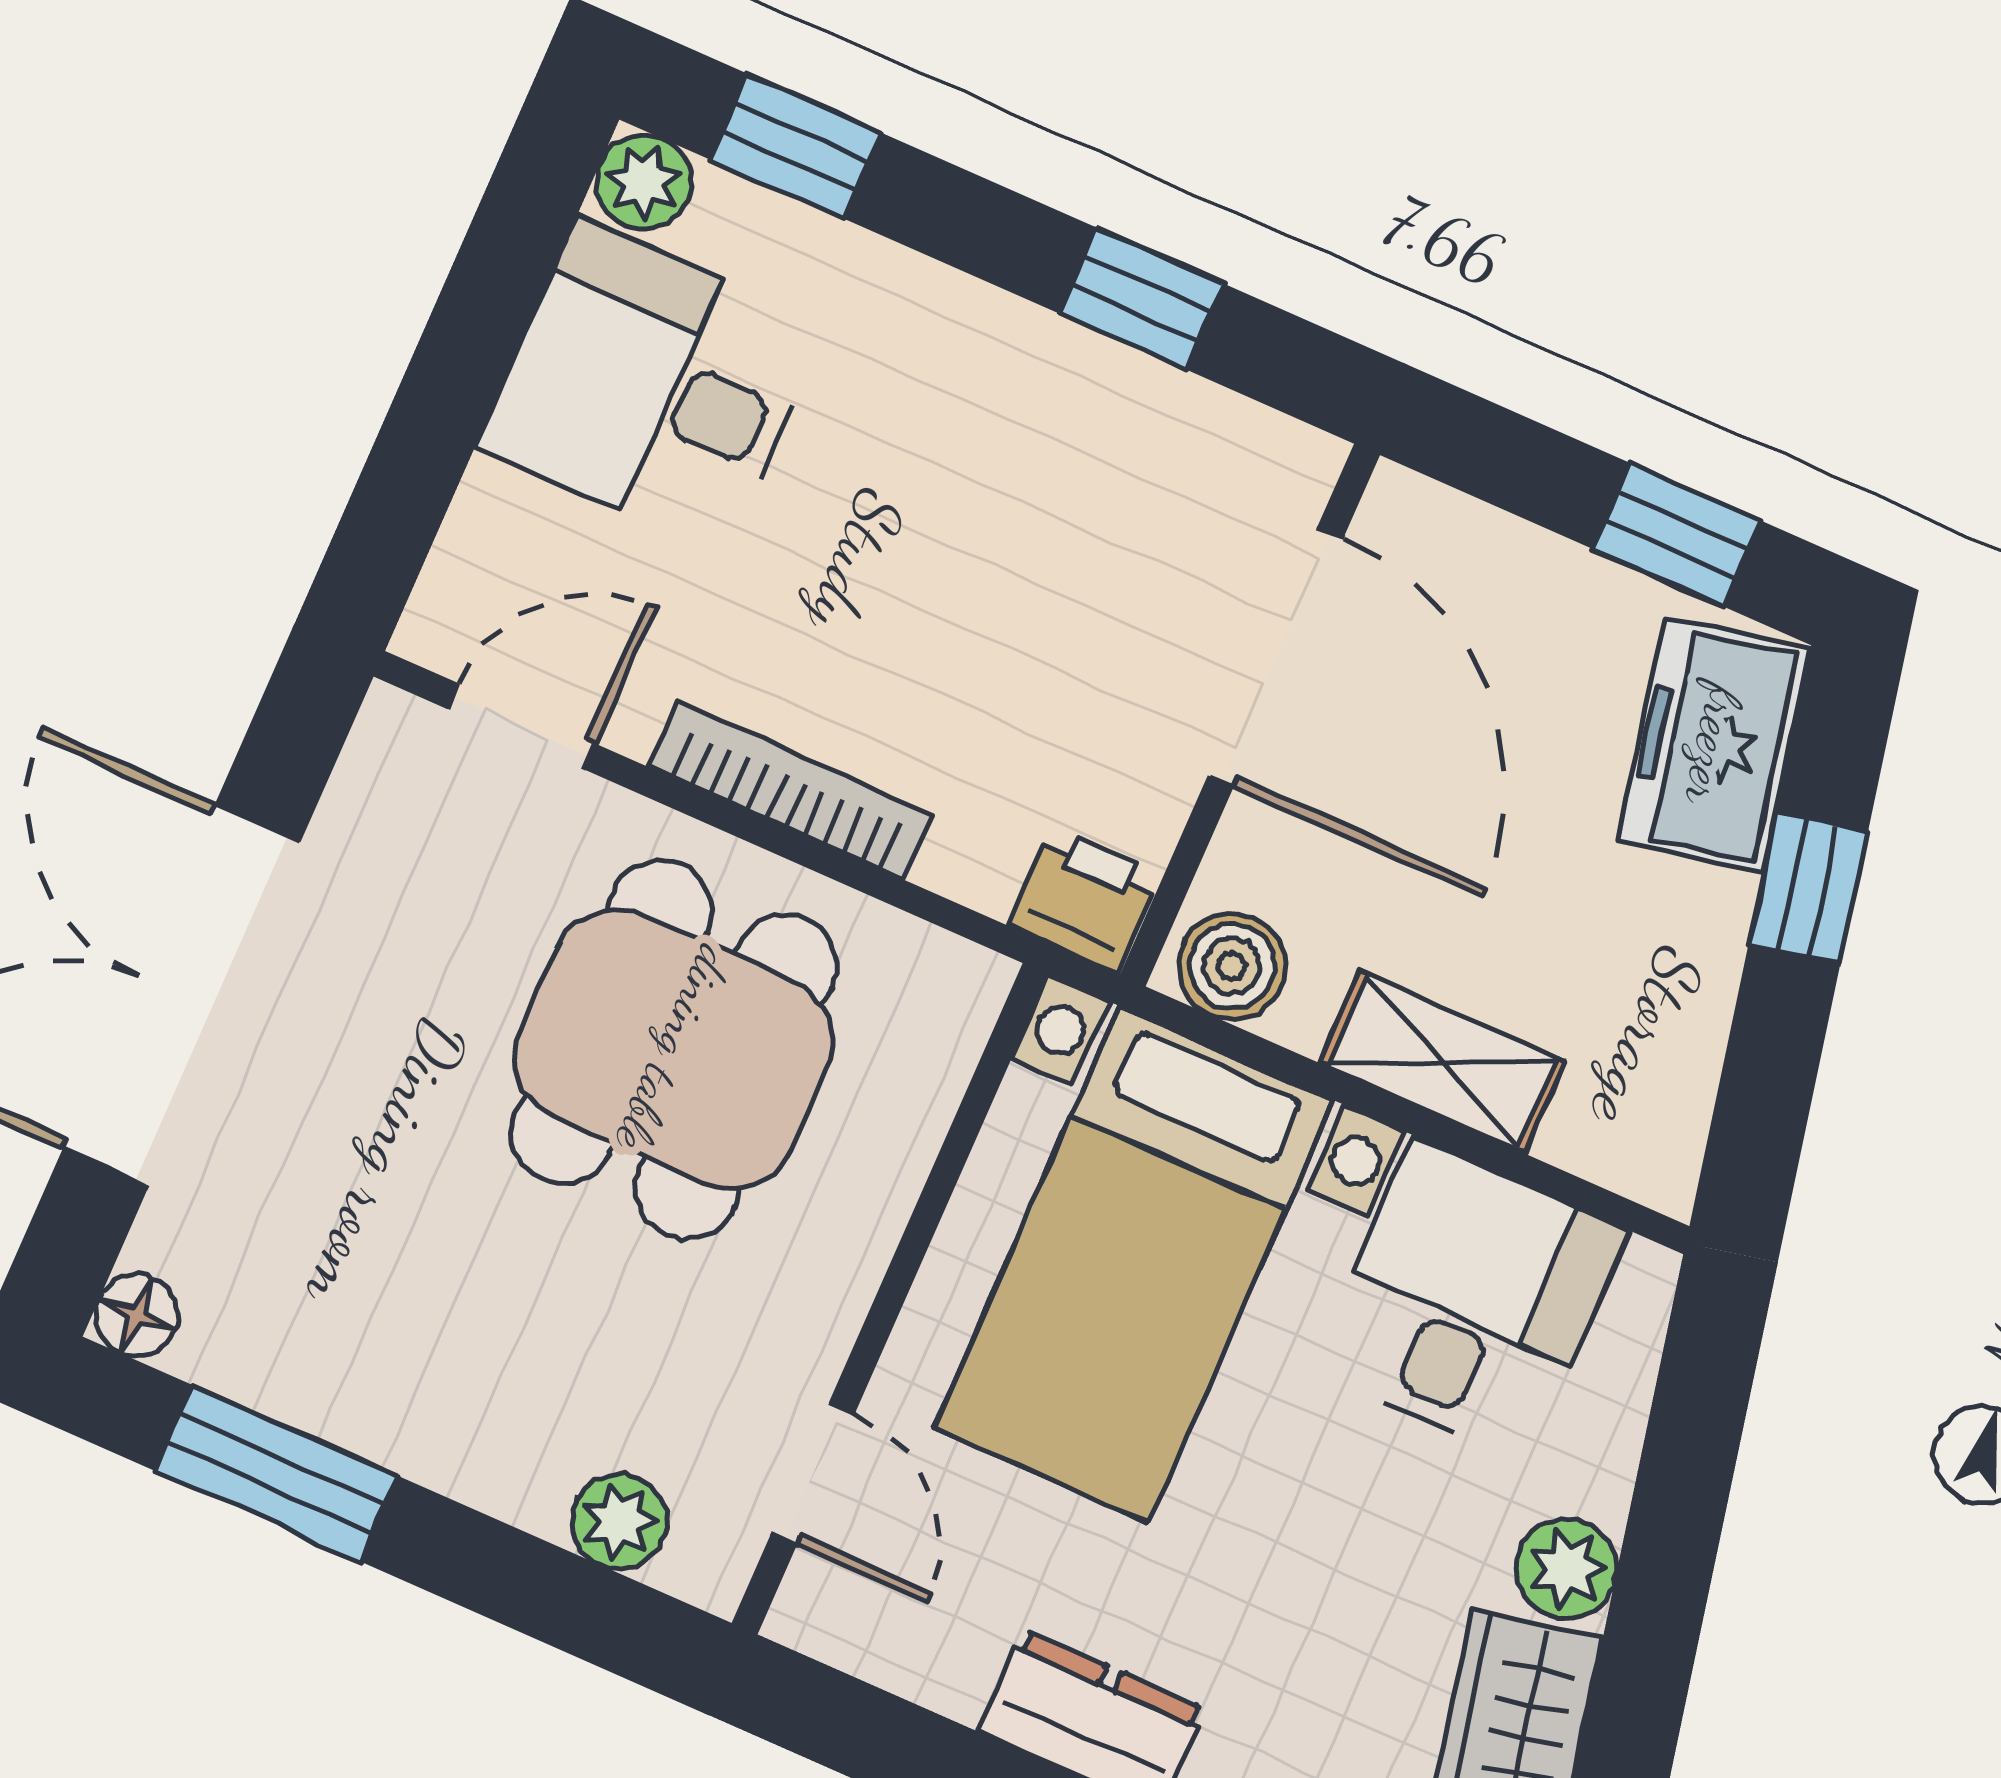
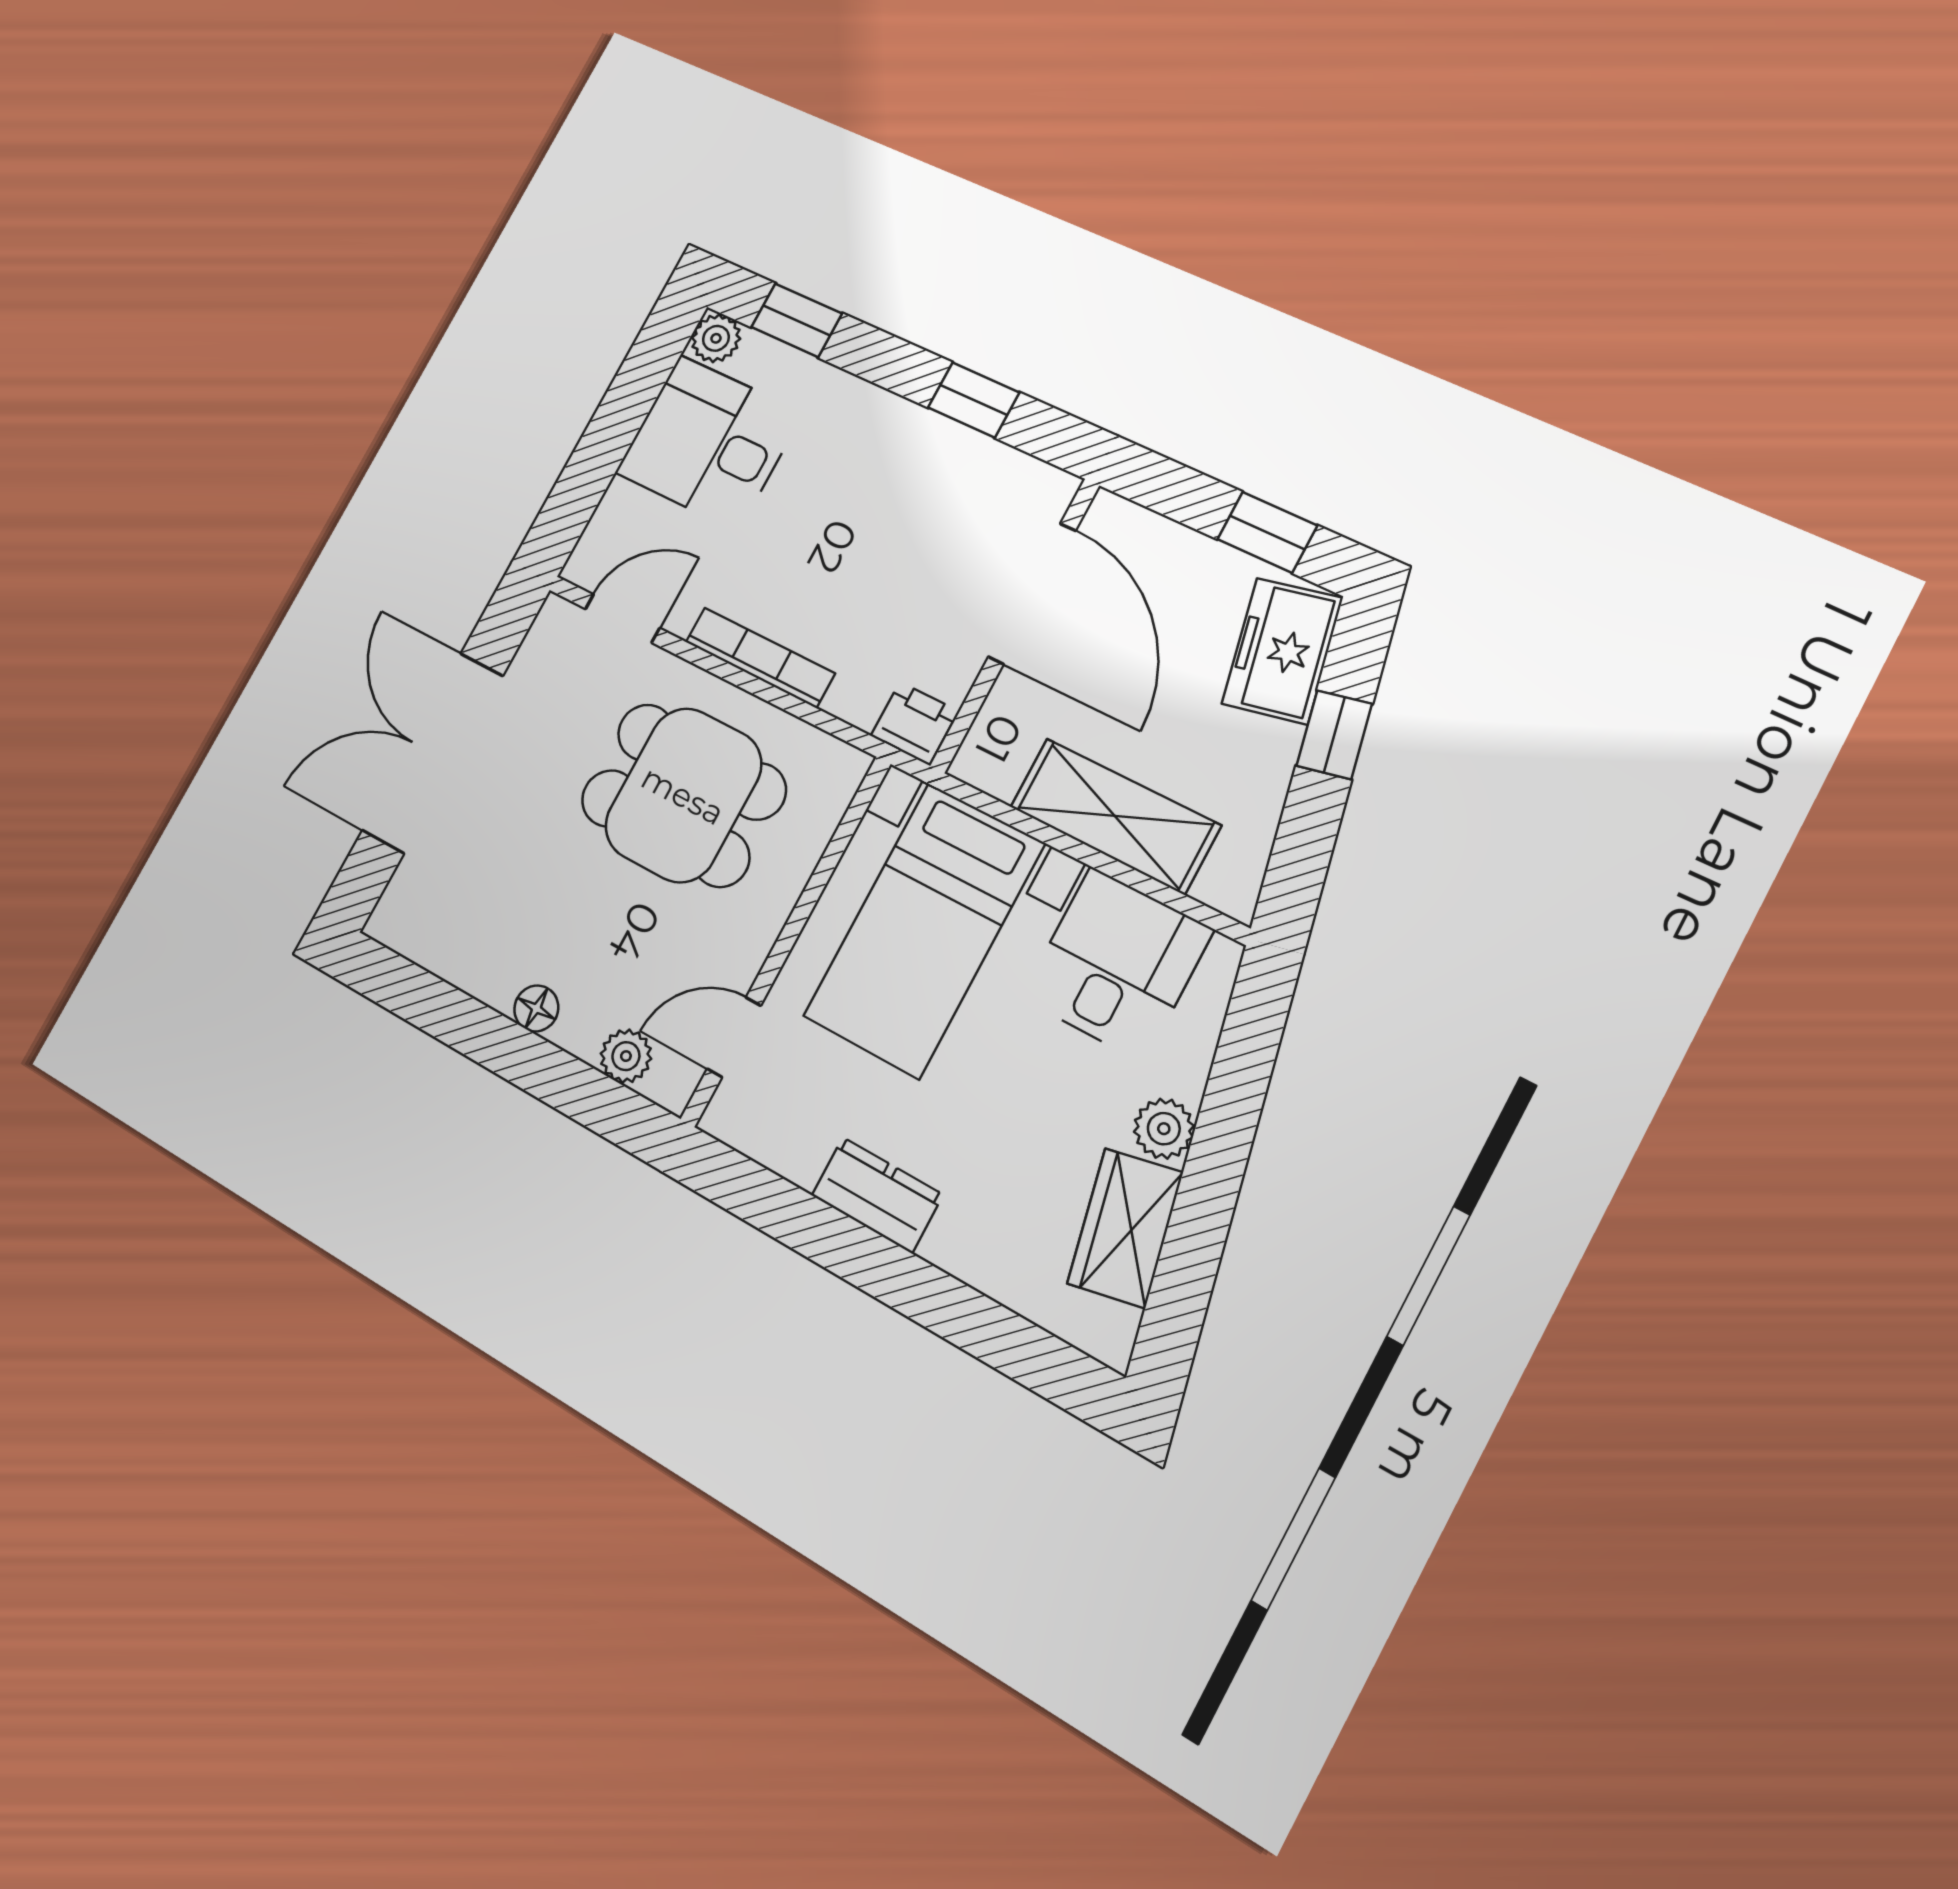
boiler: (1232, 966) -> (994, 764), removed
dining table: (674, 1049) -> (683, 795), turned 90
shelving: (1442, 1062) -> (1115, 816), width x1.50, depth x1.33
floor lamp: (137, 1316) -> (536, 1008), moved
window: (276, 1473) -> (448, 1014), removed
door: (813, 1474) -> (734, 1037), swing flipped

